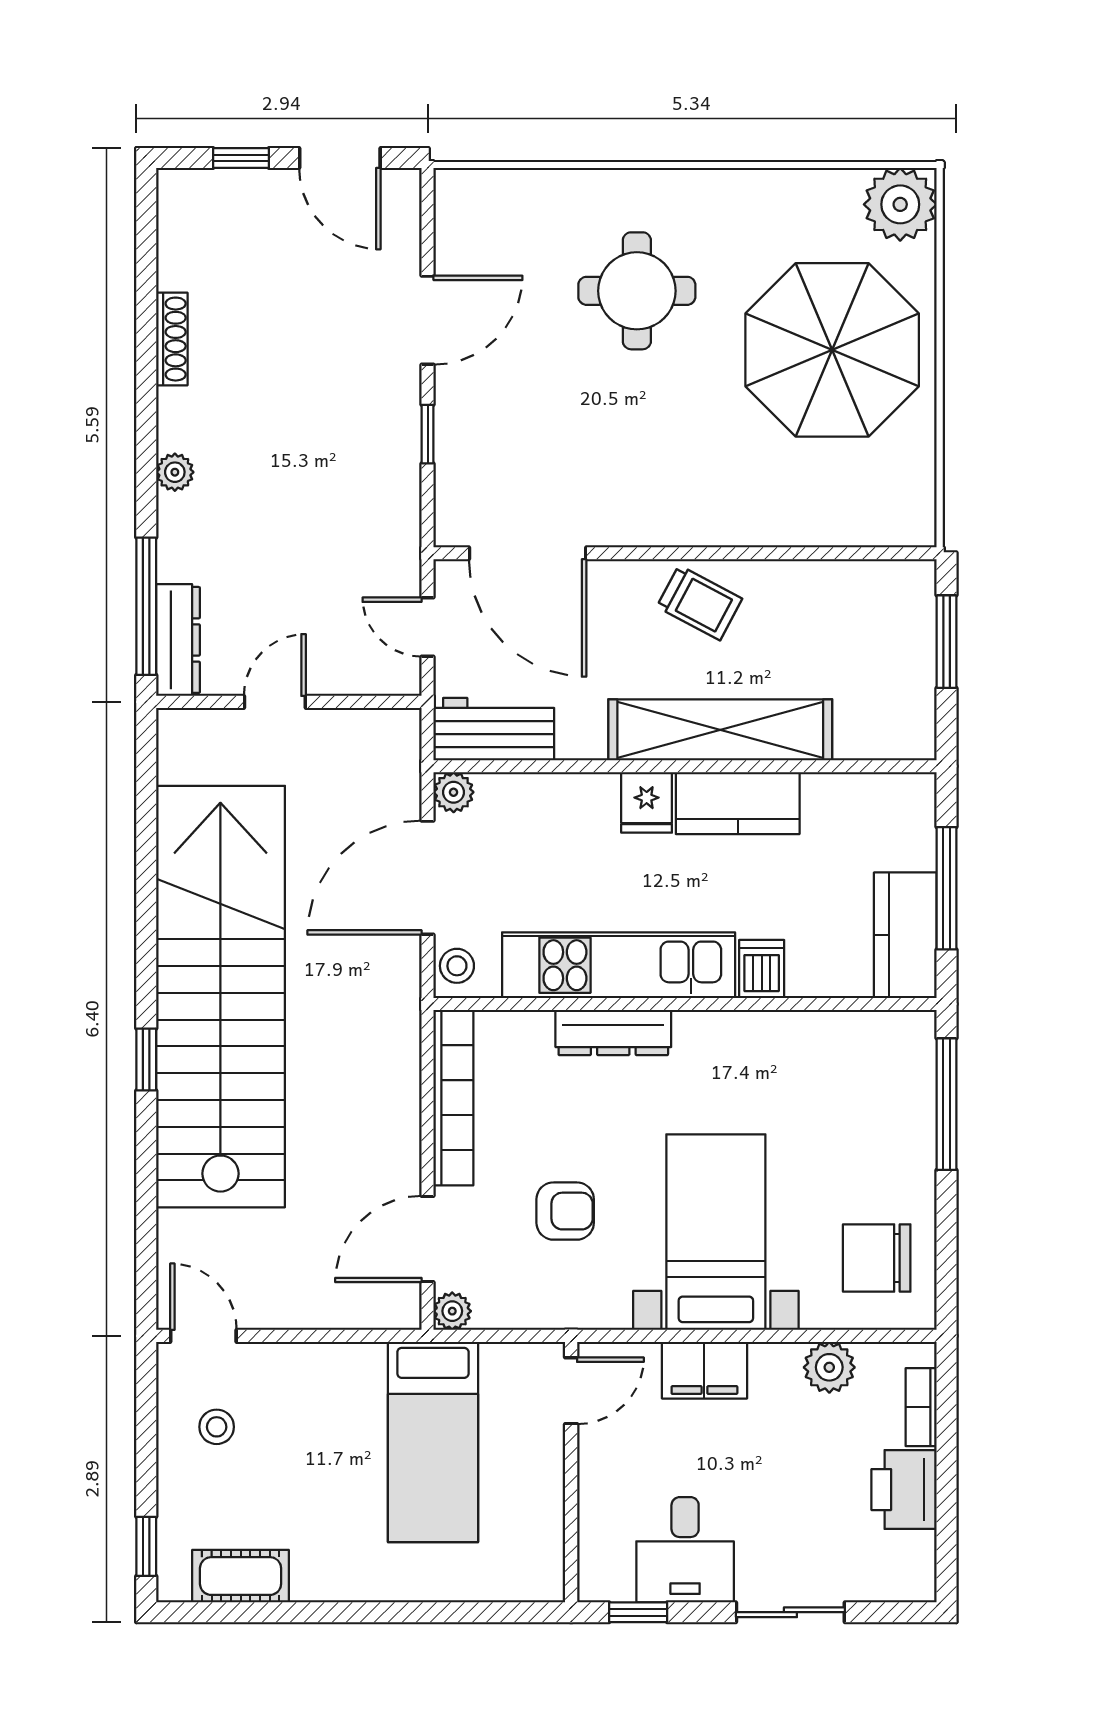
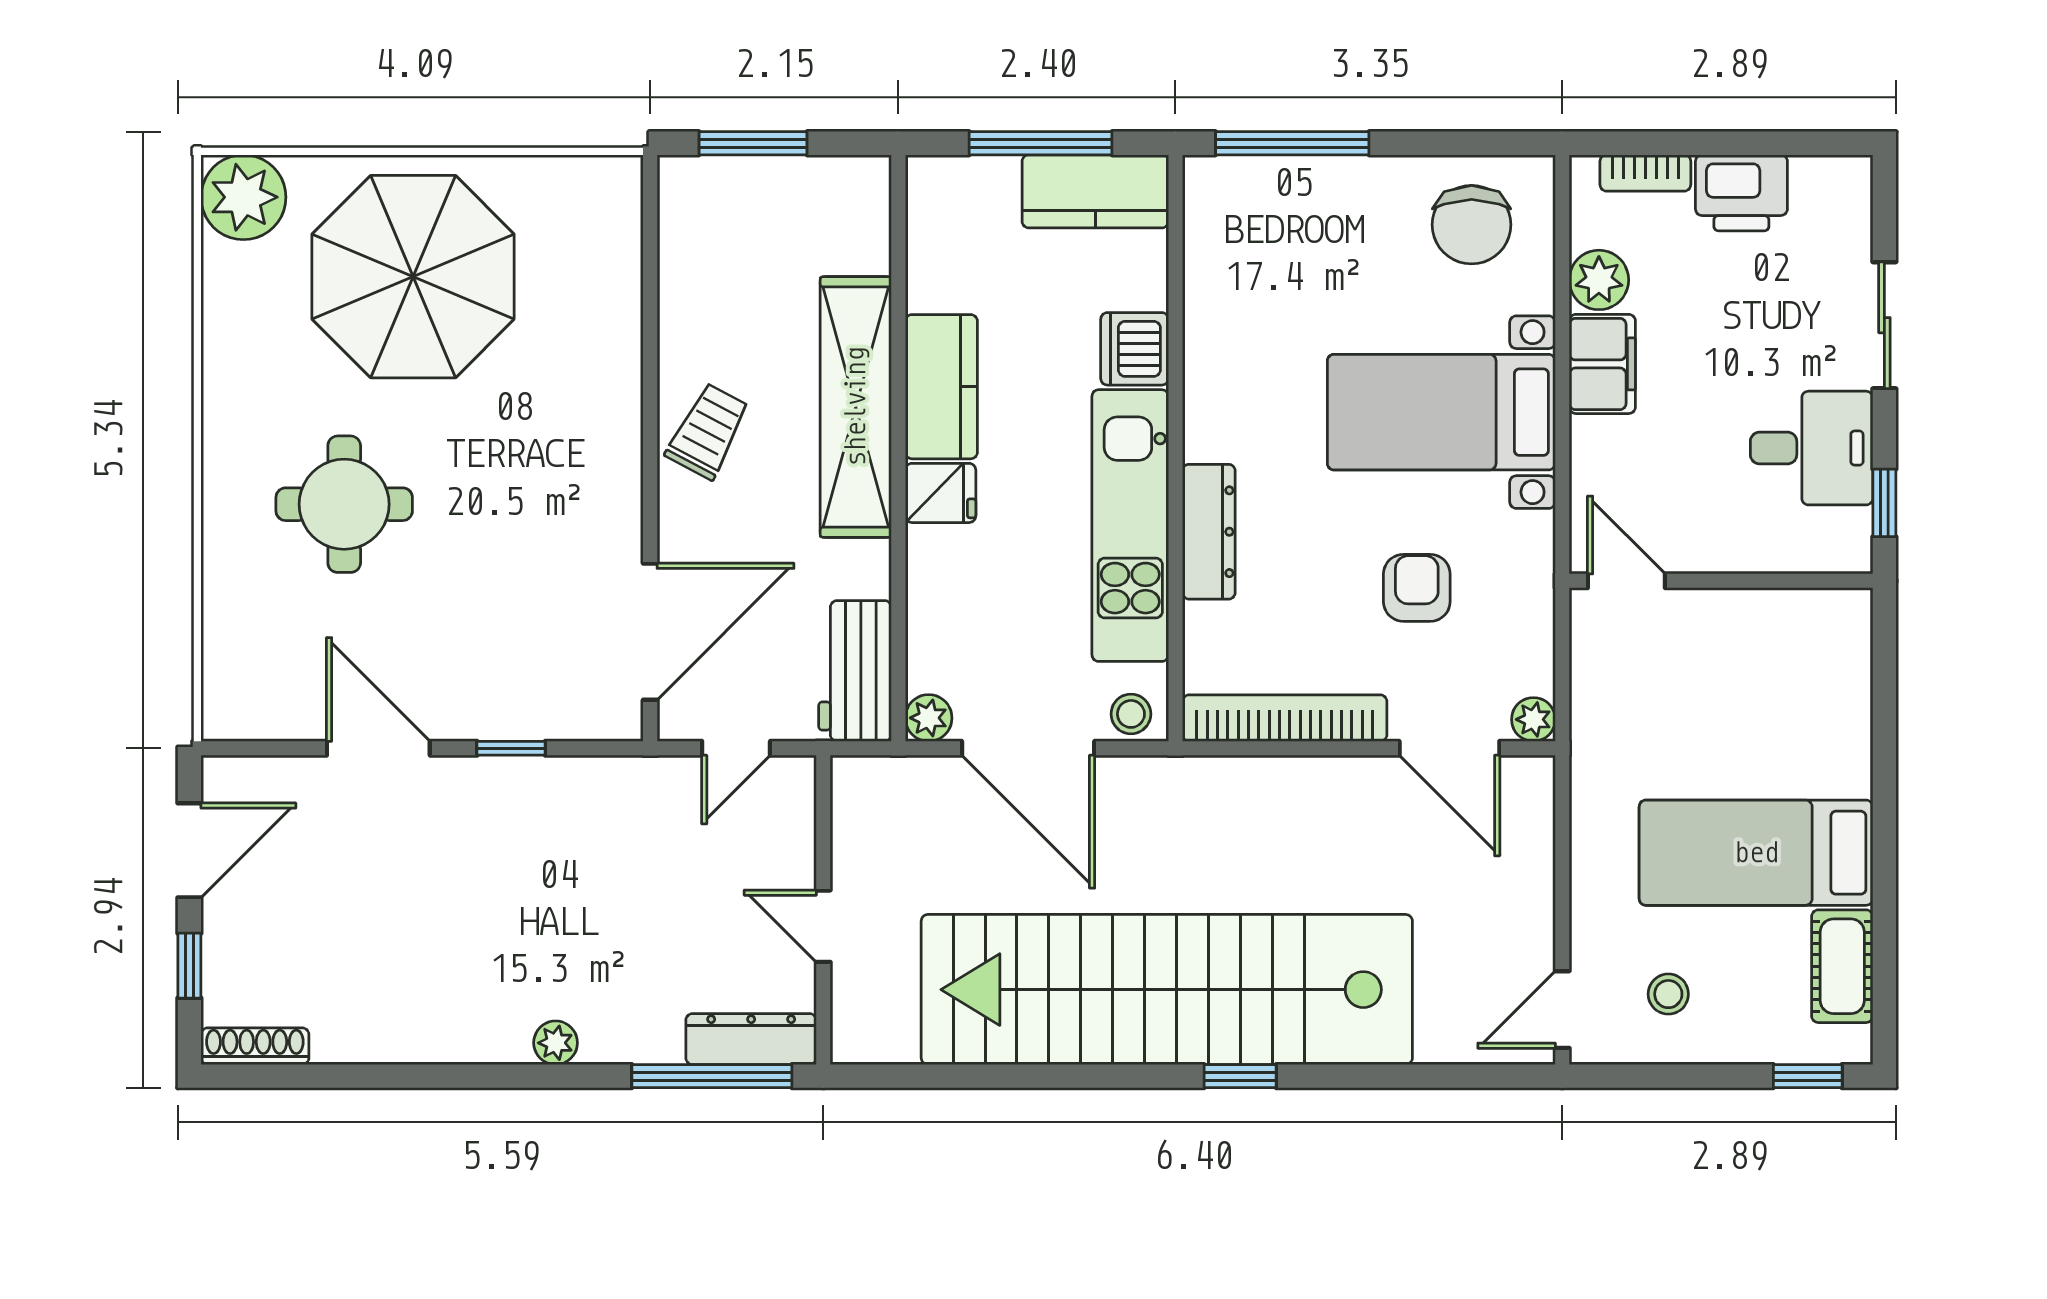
shoe rack: (172, 339) -> (255, 1046), moved
dishwasher: (762, 969) -> (1135, 349), width x1.38
filing cabinet: (704, 1370) -> (1602, 364), moved
bed: (433, 1442) -> (1756, 853), moved, turned 180

